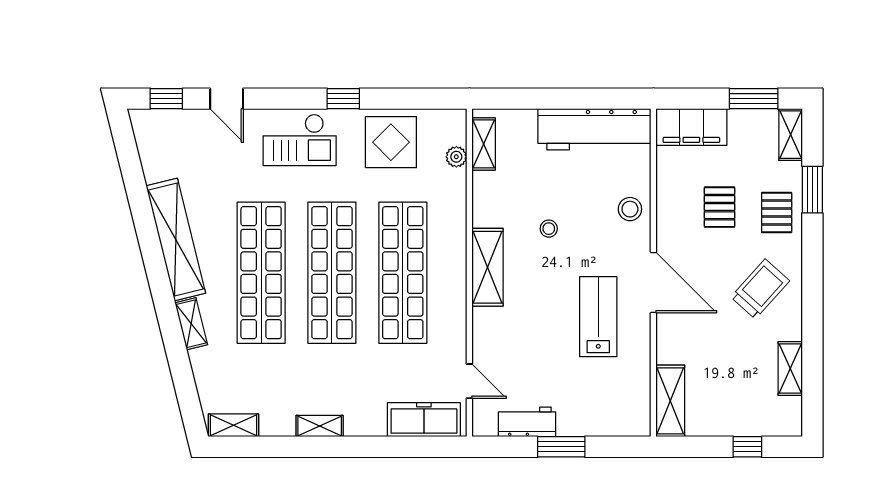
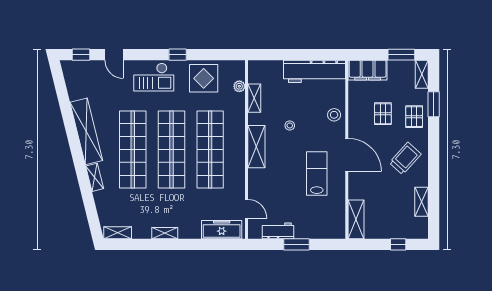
shelving: (484, 144) -> (254, 98), moved

